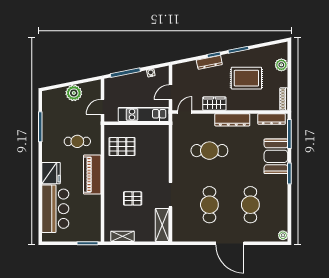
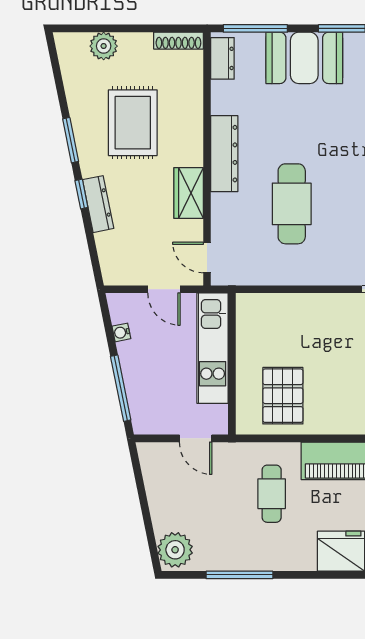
plant: (74, 93) -> (175, 550), moved
dresser: (272, 119) -> (222, 58), width x0.70

